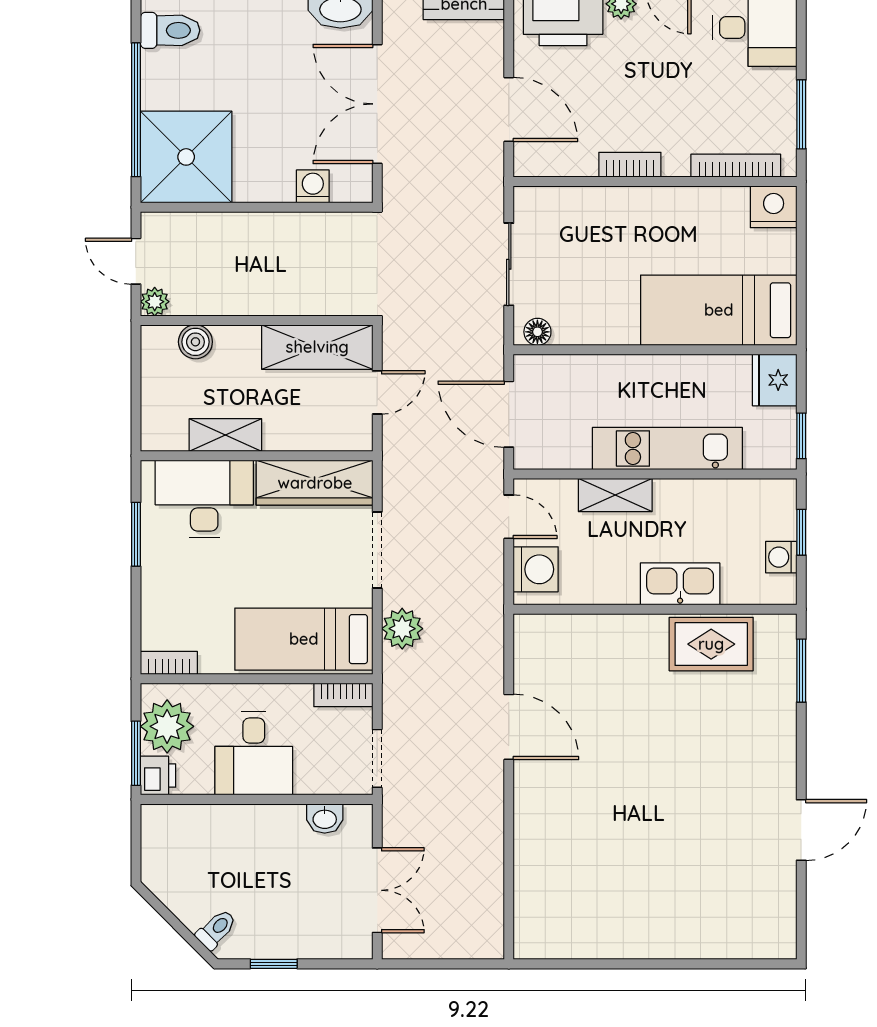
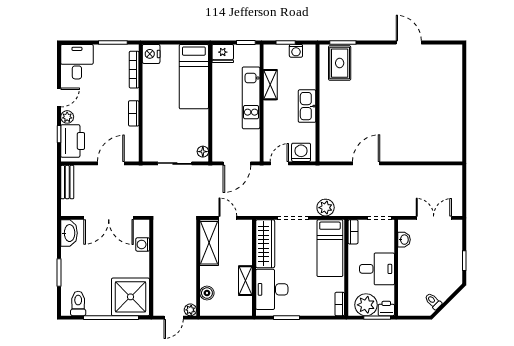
shelving: (615, 495) -> (270, 85), moved
kitchen sink: (680, 584) -> (307, 106), moved
rug: (711, 644) -> (340, 63), moved
toilet: (216, 929) -> (433, 301), moved

